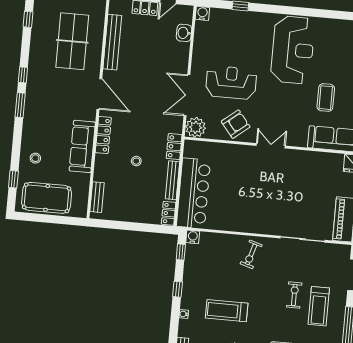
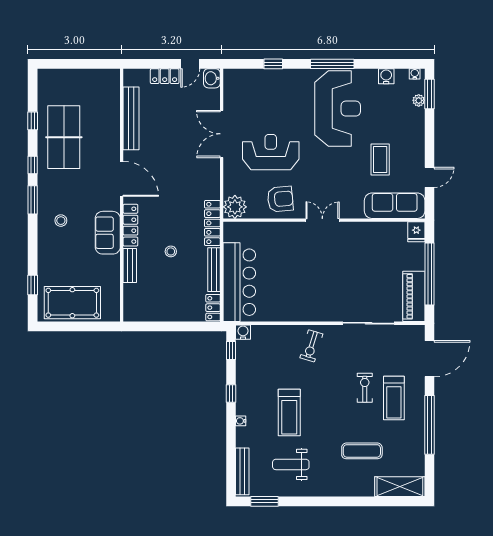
window: (292, 11) -> (332, 64), added
water cooler: (202, 13) -> (386, 76), moved
window: (28, 19) -> (33, 121), moved
washbasin: (184, 33) -> (212, 78), moved
table tennis table: (72, 41) -> (64, 137), moved
double door: (187, 95) -> (222, 134), moved
armchair: (236, 124) -> (280, 199), turned 34
sofa: (82, 146) -> (108, 233), width x0.73
locker: (174, 147) -> (212, 223), width x1.53
stool: (35, 158) -> (61, 221), moved
bench: (97, 197) -> (130, 265), moved
treadmill: (227, 311) -> (289, 413), turned -90

